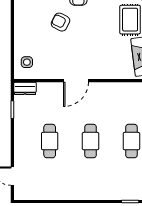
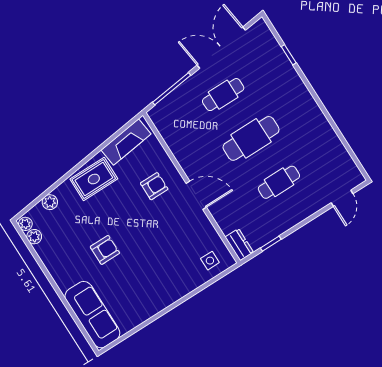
armchair: (61, 22) -> (154, 186), moved, turned -117
cafe table: (91, 141) -> (251, 138), width x1.37, depth x1.35

